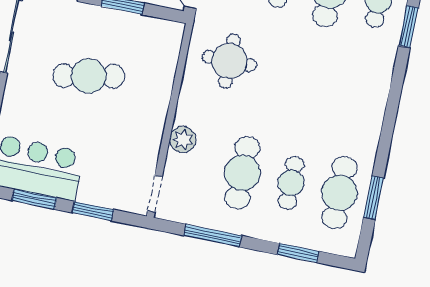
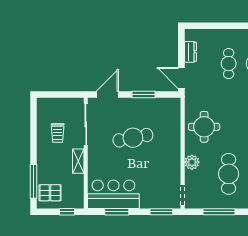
round table: (229, 61) -> (204, 127), moved
window: (93, 211) -> (161, 212), moved

